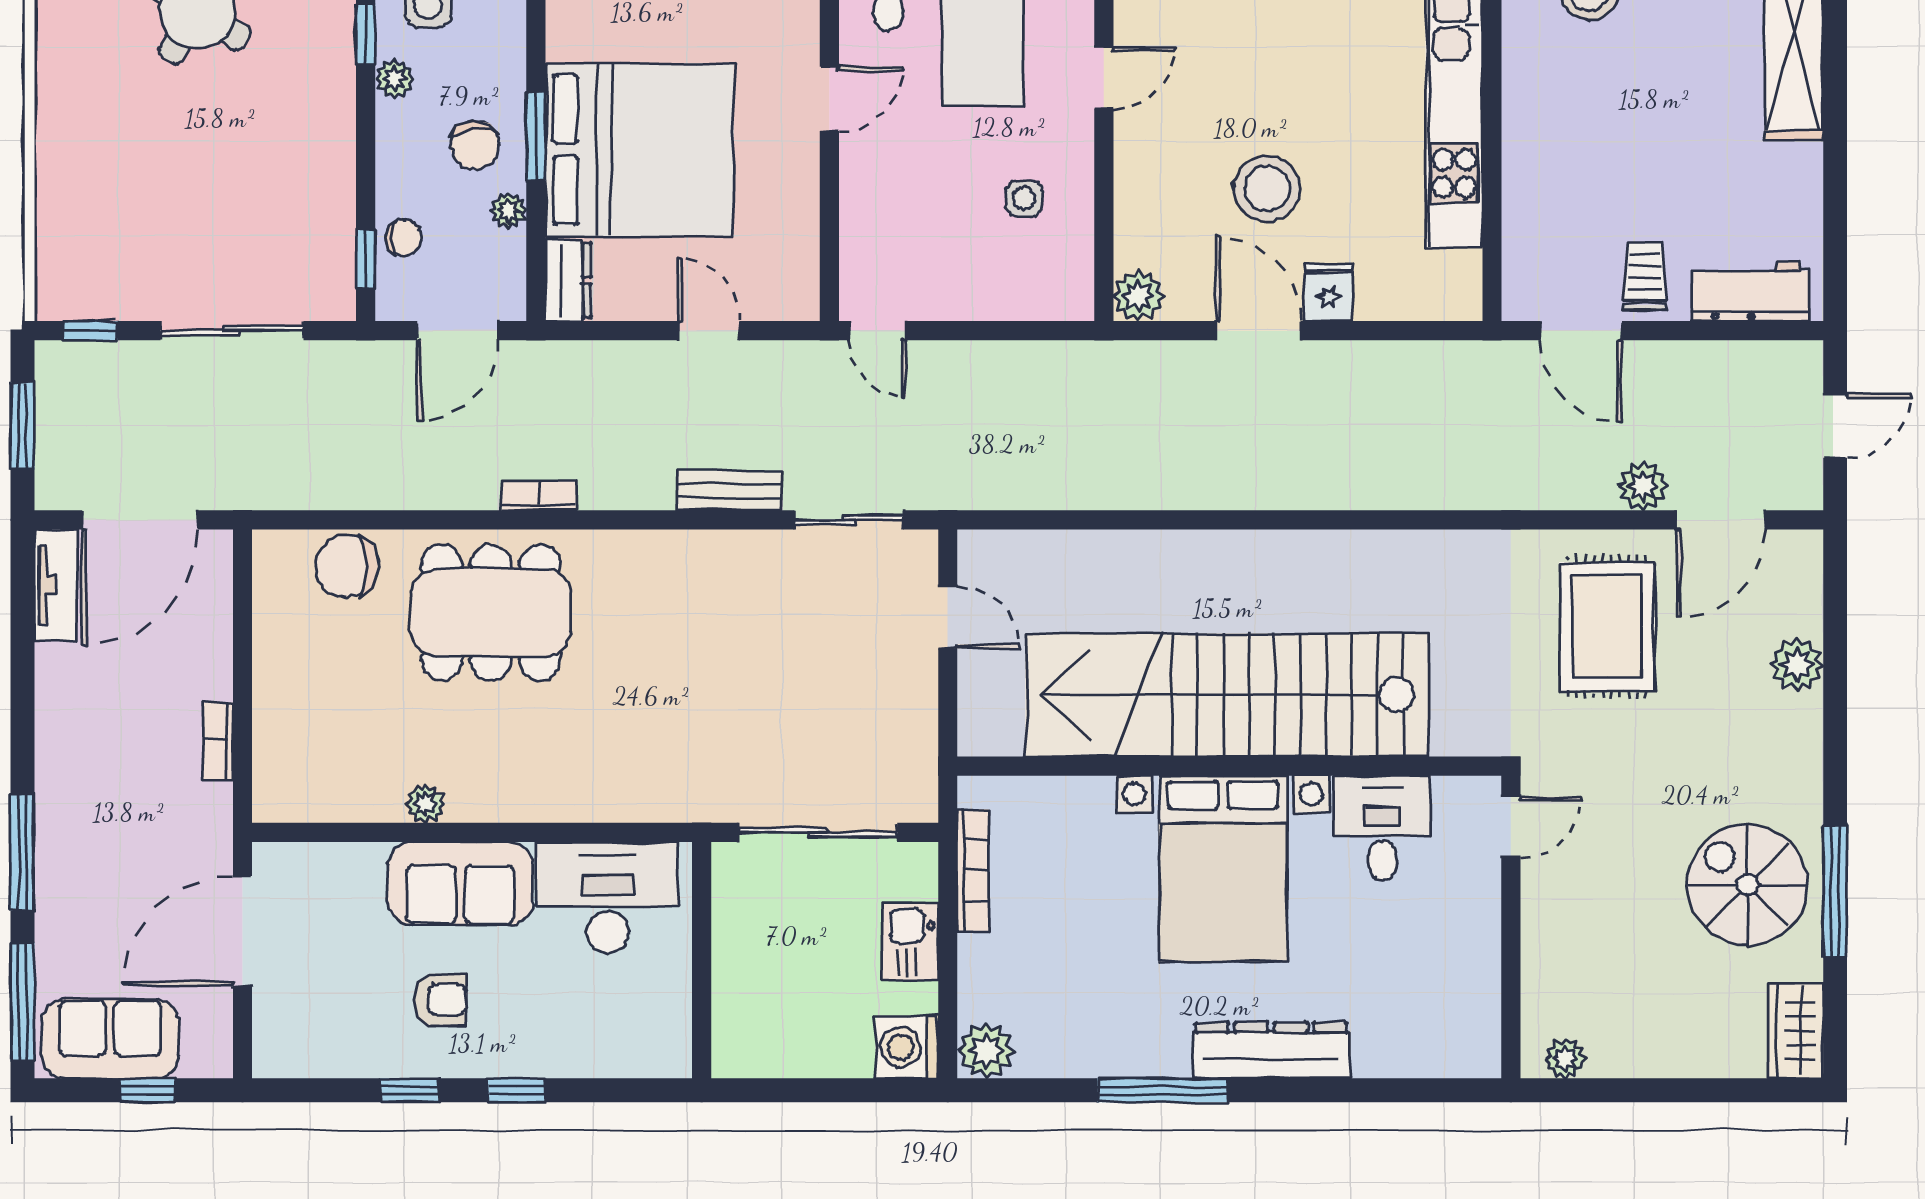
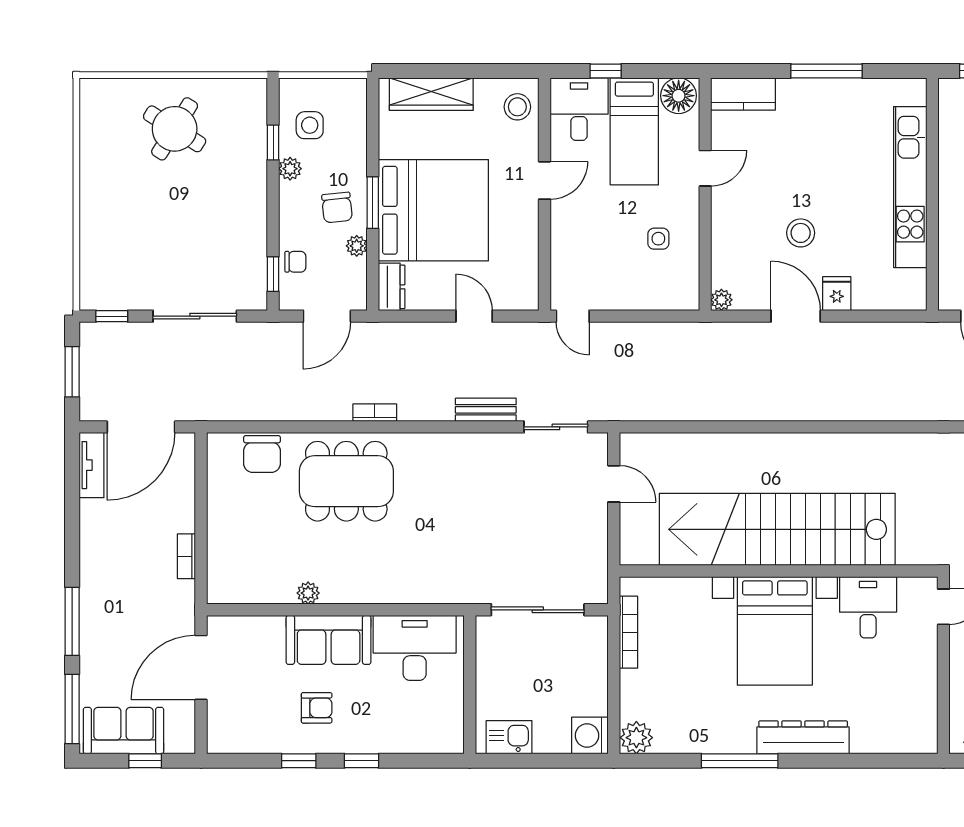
stool: (1267, 189) -> (801, 233), width x0.73, depth x0.73
plant: (1139, 296) -> (721, 300), width x0.73, depth x0.73
chair: (347, 566) -> (262, 454), turned -90
kitchen sink: (910, 941) -> (509, 737), moved, turned 90

